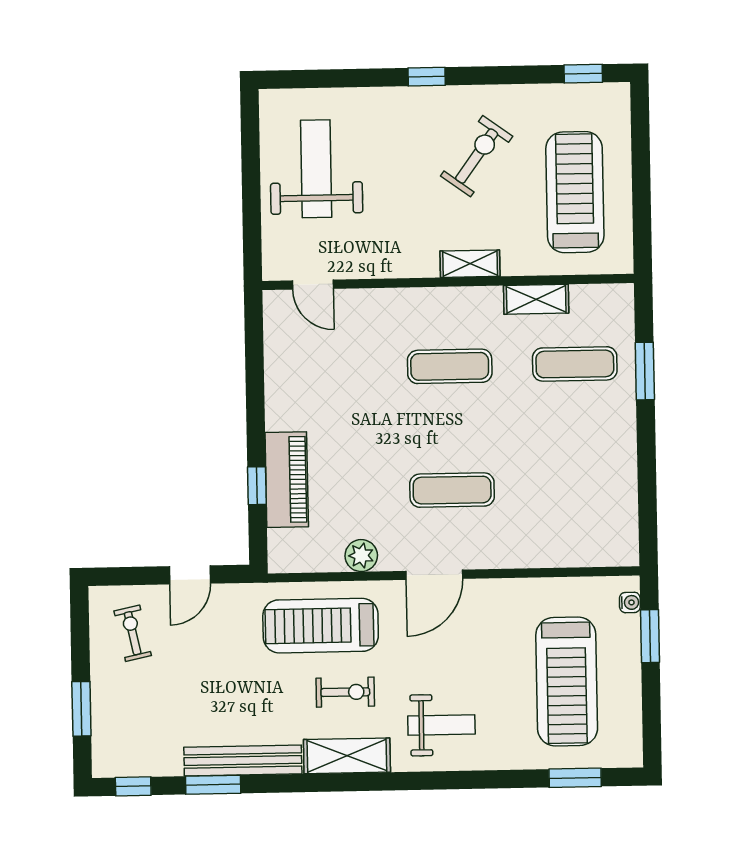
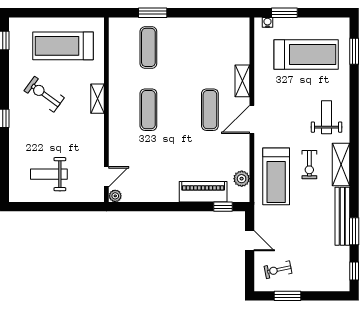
weight bench: (316, 169) -> (49, 174), width x0.73, depth x0.75
shelving: (536, 299) -> (242, 81), moved
plant: (275, 303) -> (115, 196), added
window: (257, 486) -> (223, 207), moved
plant: (361, 556) -> (242, 179), moved
door: (434, 575) -> (252, 119), swing flipped
exercise bike: (345, 692) -> (309, 165), turned 180
window: (81, 709) -> (288, 296), moved

